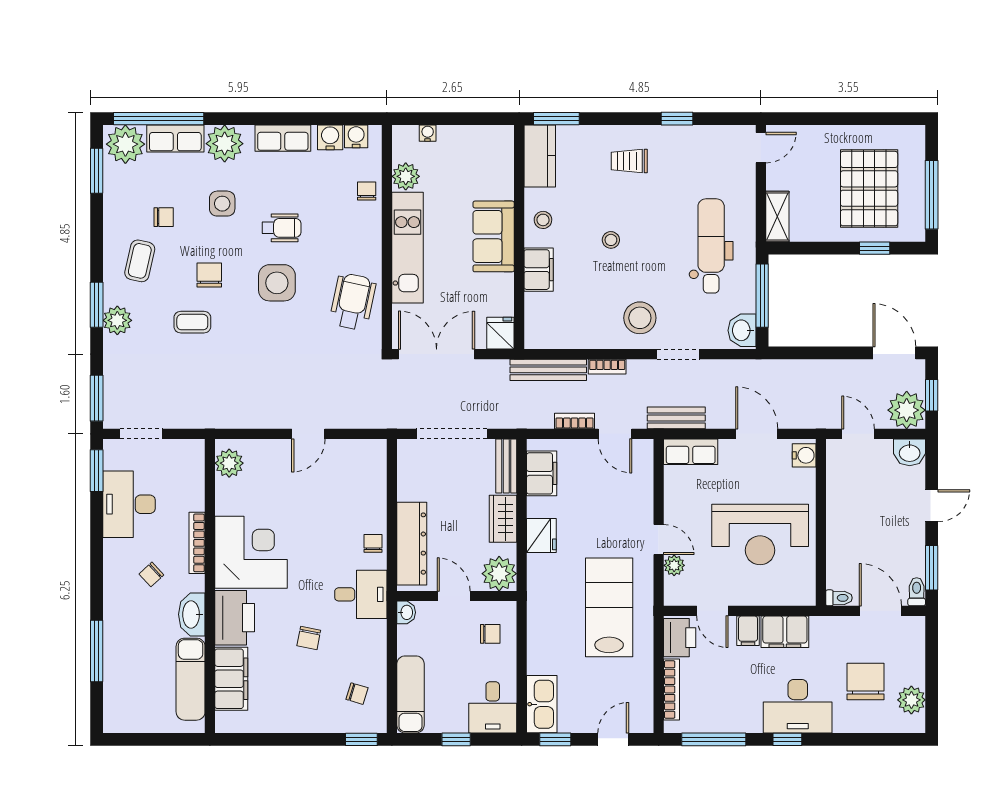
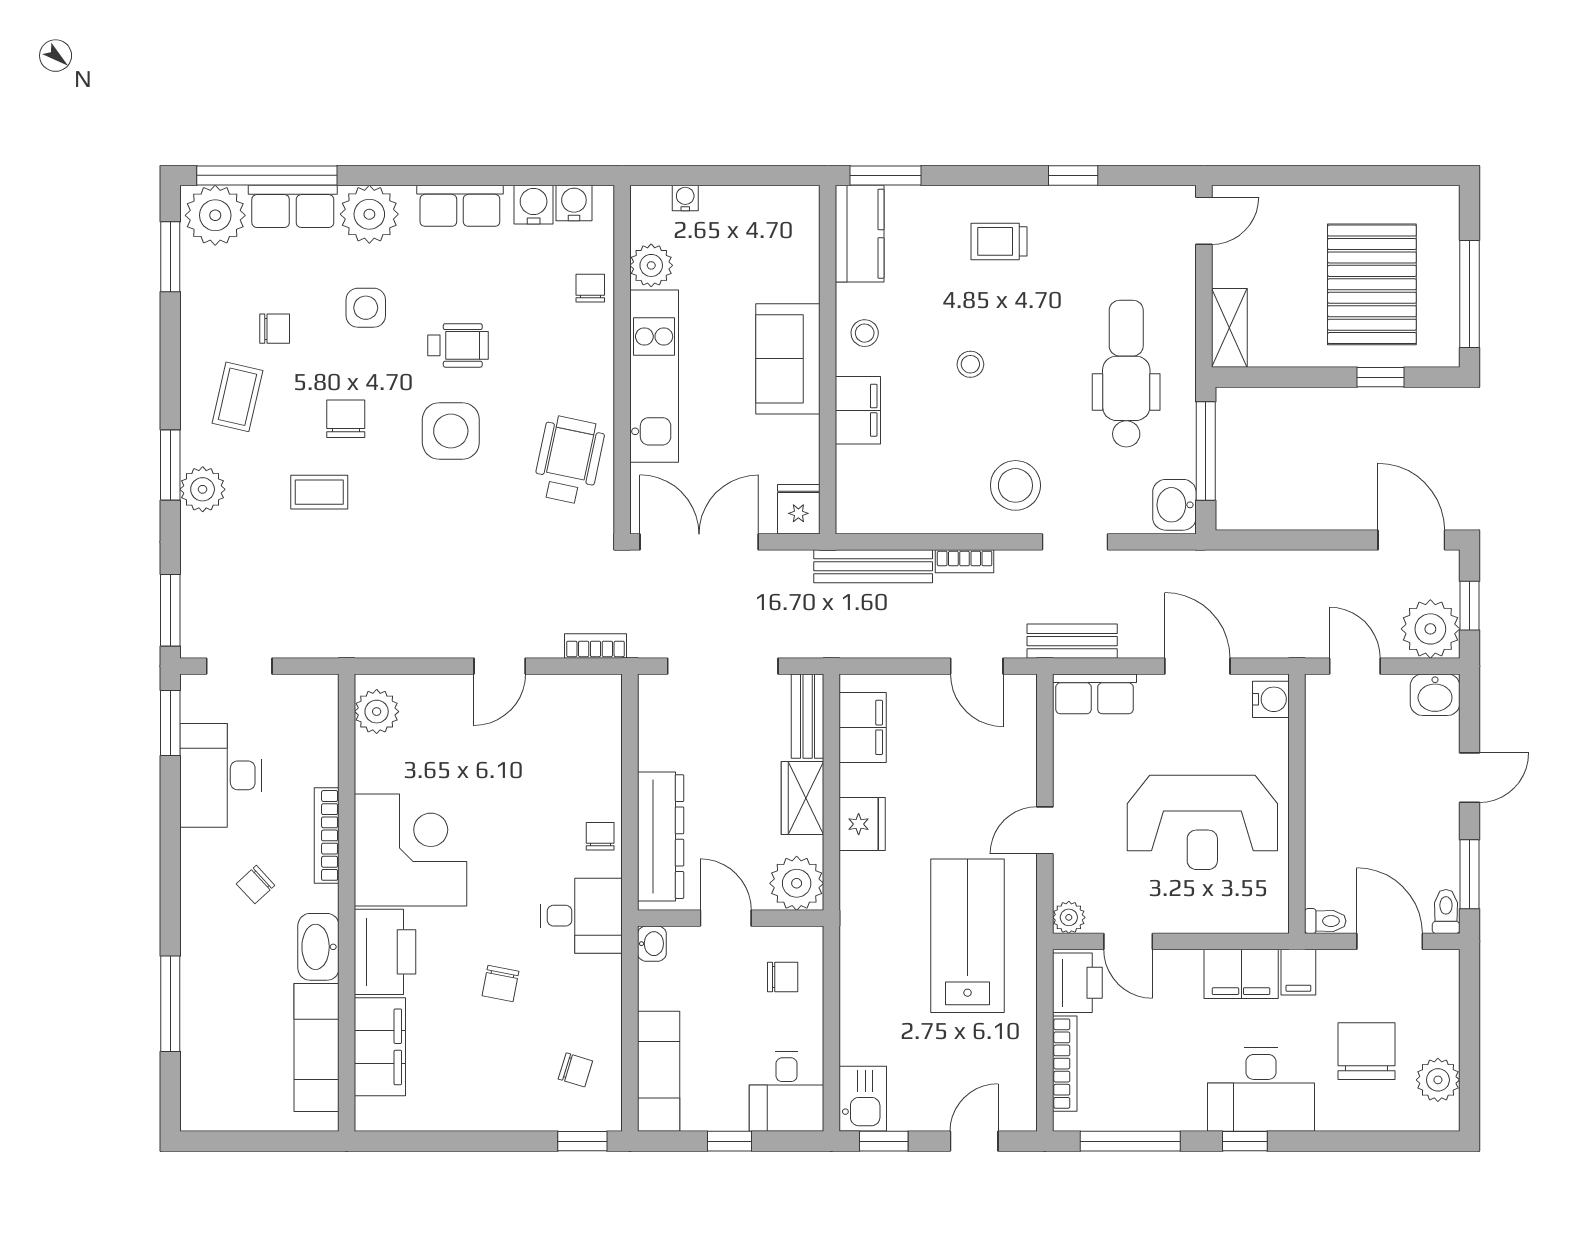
bookcase: (575, 421) -> (596, 646), moved
door: (659, 540) -> (1045, 830), swing flipped
plant: (674, 565) -> (1069, 917), moved
filing cabinet: (748, 631) -> (1298, 972), moved
kitchen sink: (542, 704) -> (863, 1099), width x0.73

